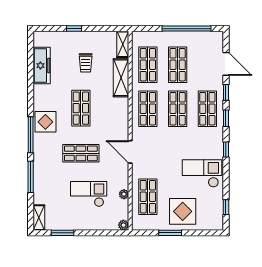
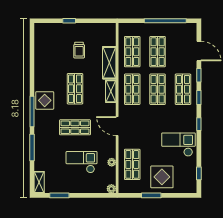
shelving: (123, 44) -> (111, 91), moved
freezer: (42, 66) -> (41, 52), removed

